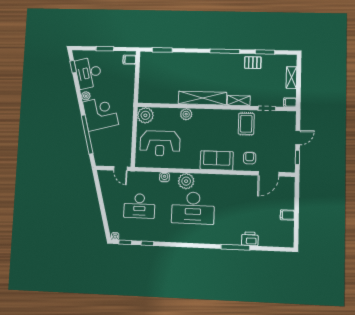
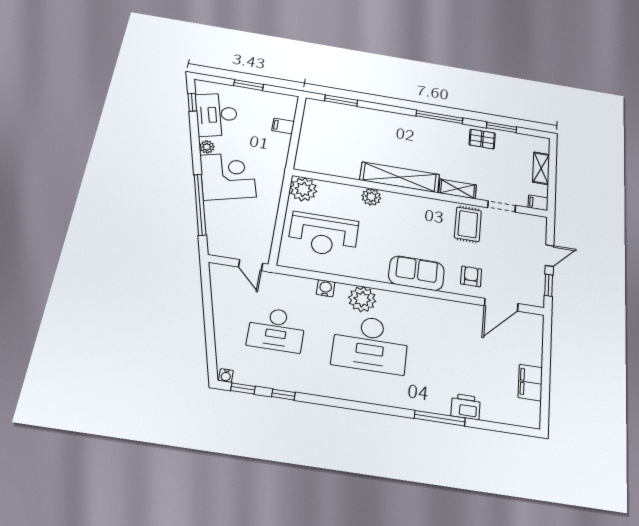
filing cabinet: (129, 60) -> (283, 126), moved
filing cabinet: (287, 215) -> (530, 383), width x2.00

